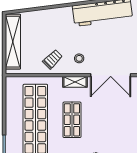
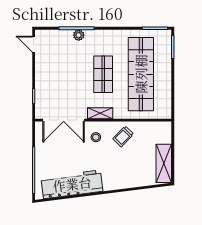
shelving: (13, 42) -> (164, 163), width x0.68
double door: (111, 75) -> (64, 120), swing flipped

